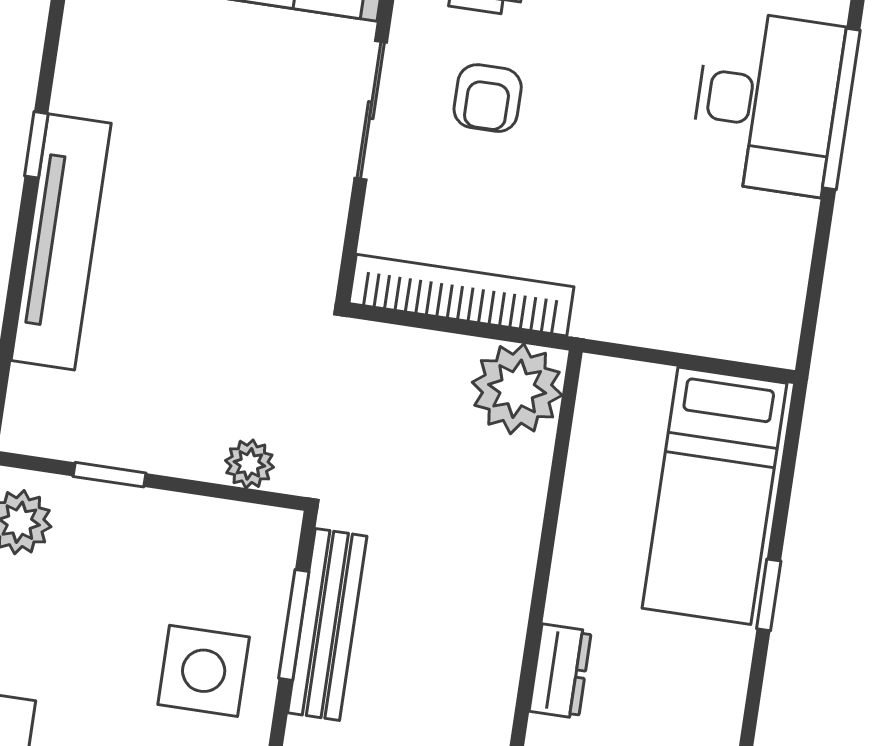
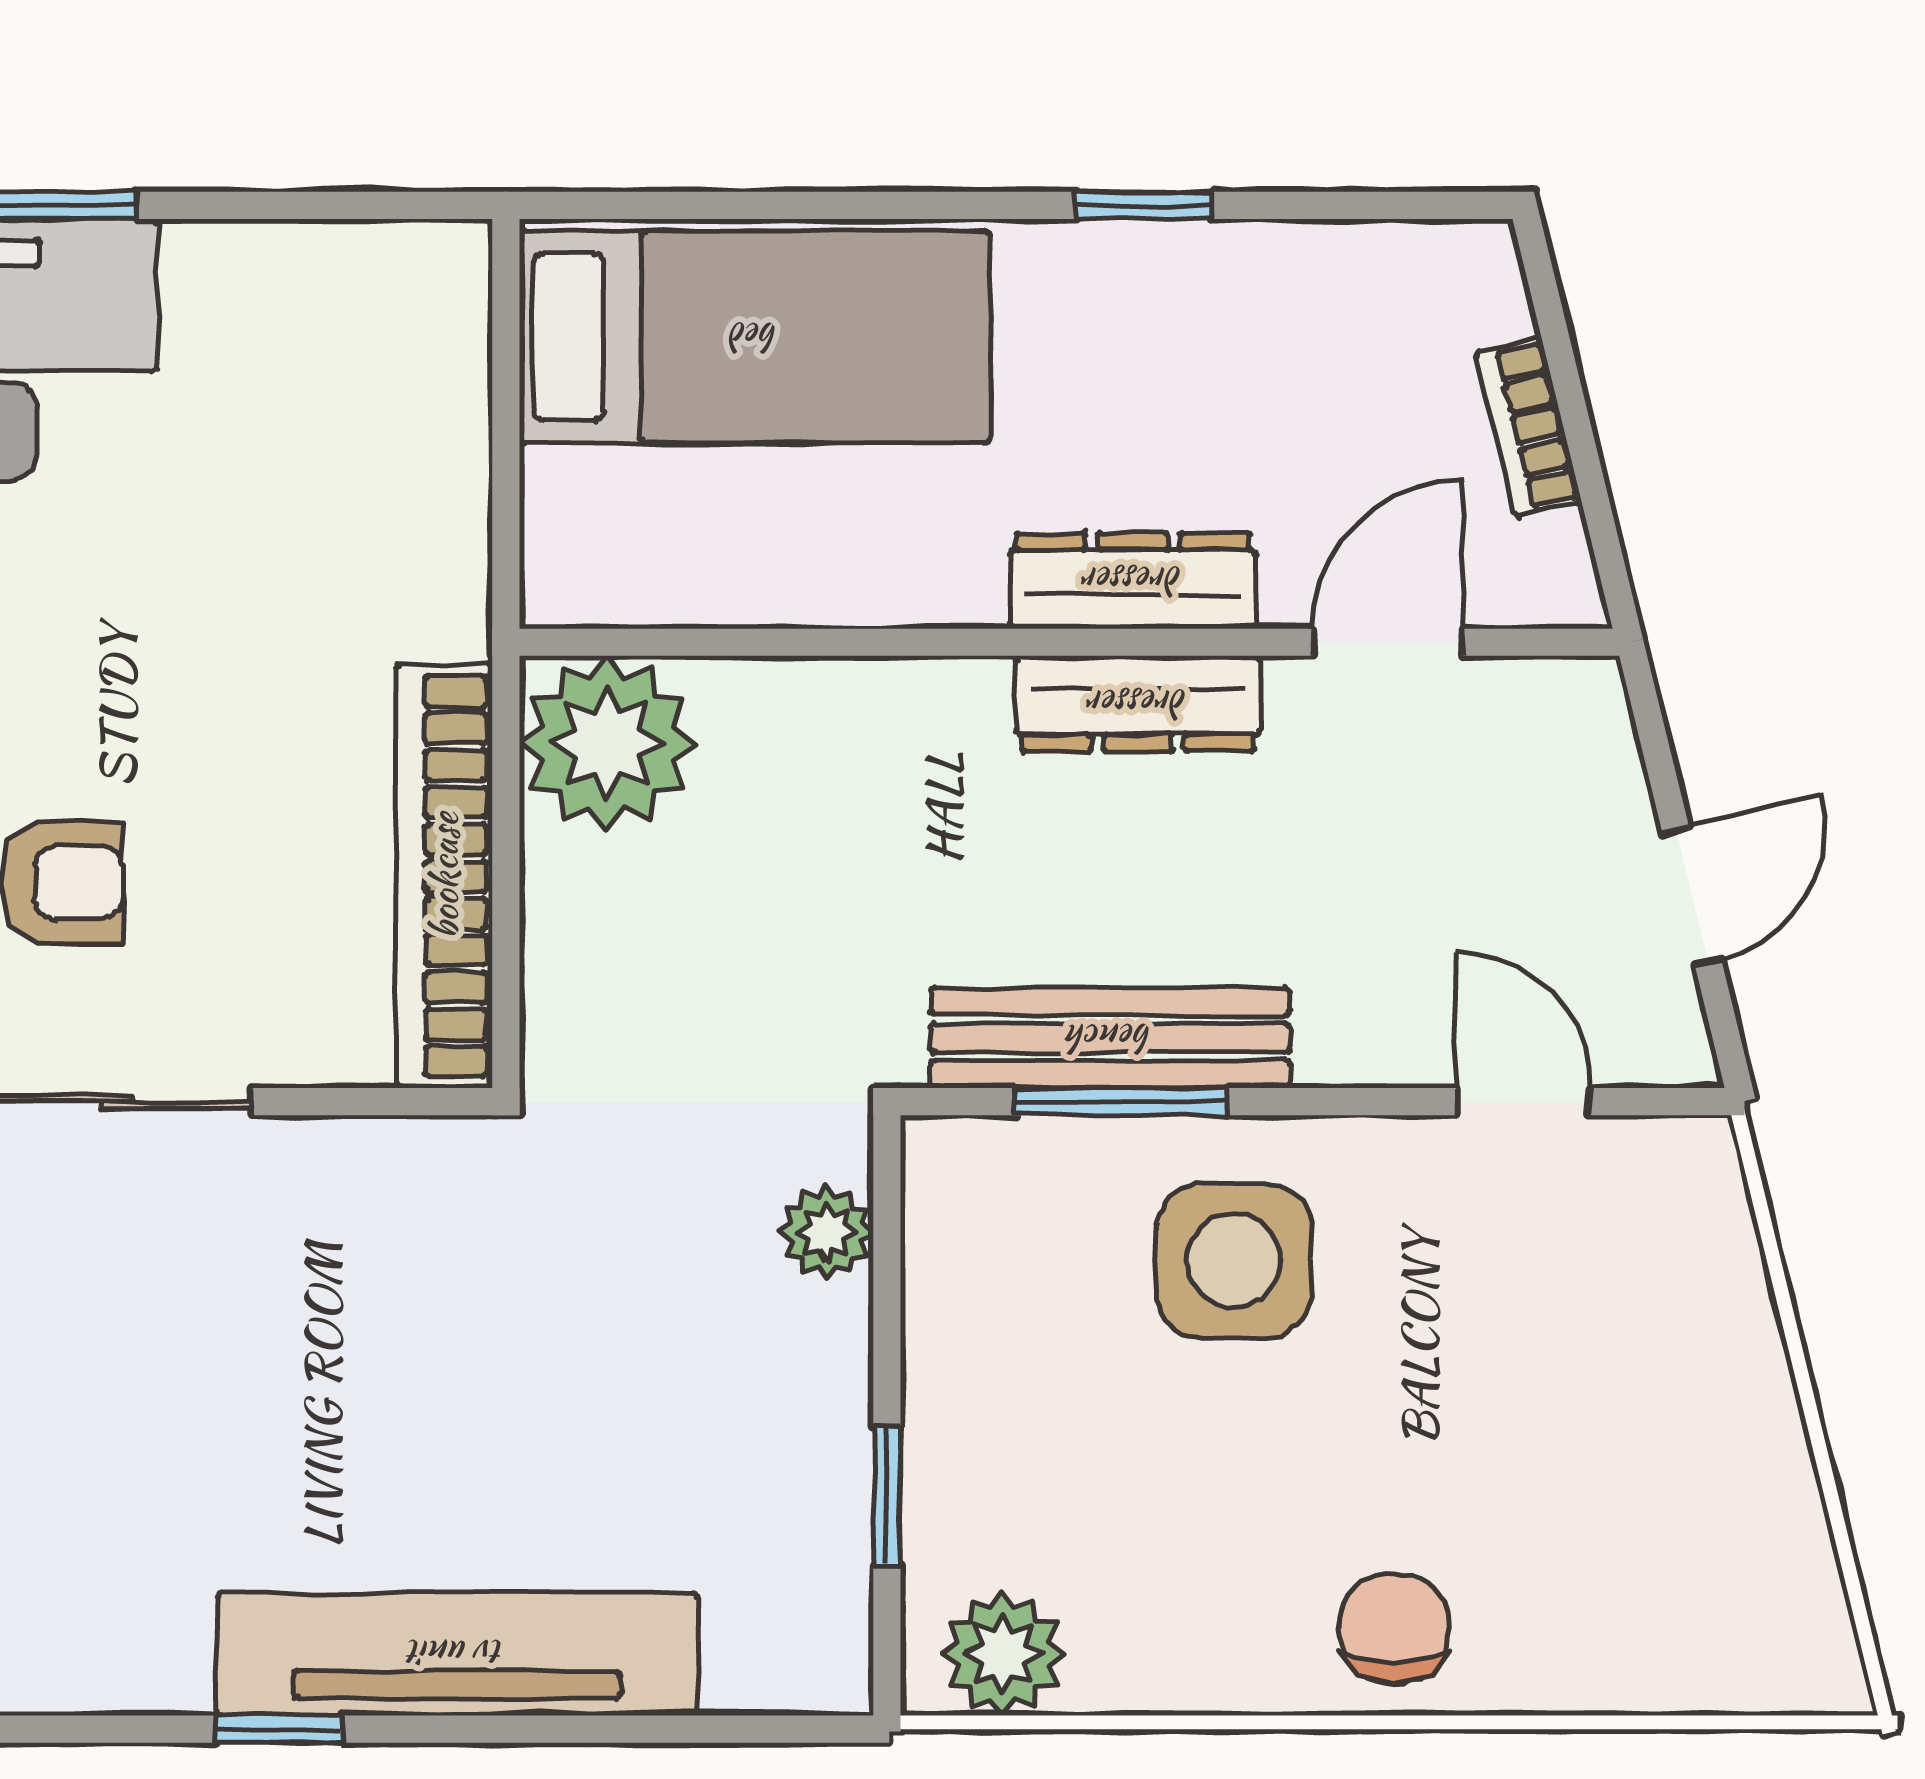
window: (769, 595) -> (1144, 205), moved
dresser: (497, 664) -> (1138, 704), added
dresser: (560, 671) -> (1133, 581), width x1.44

